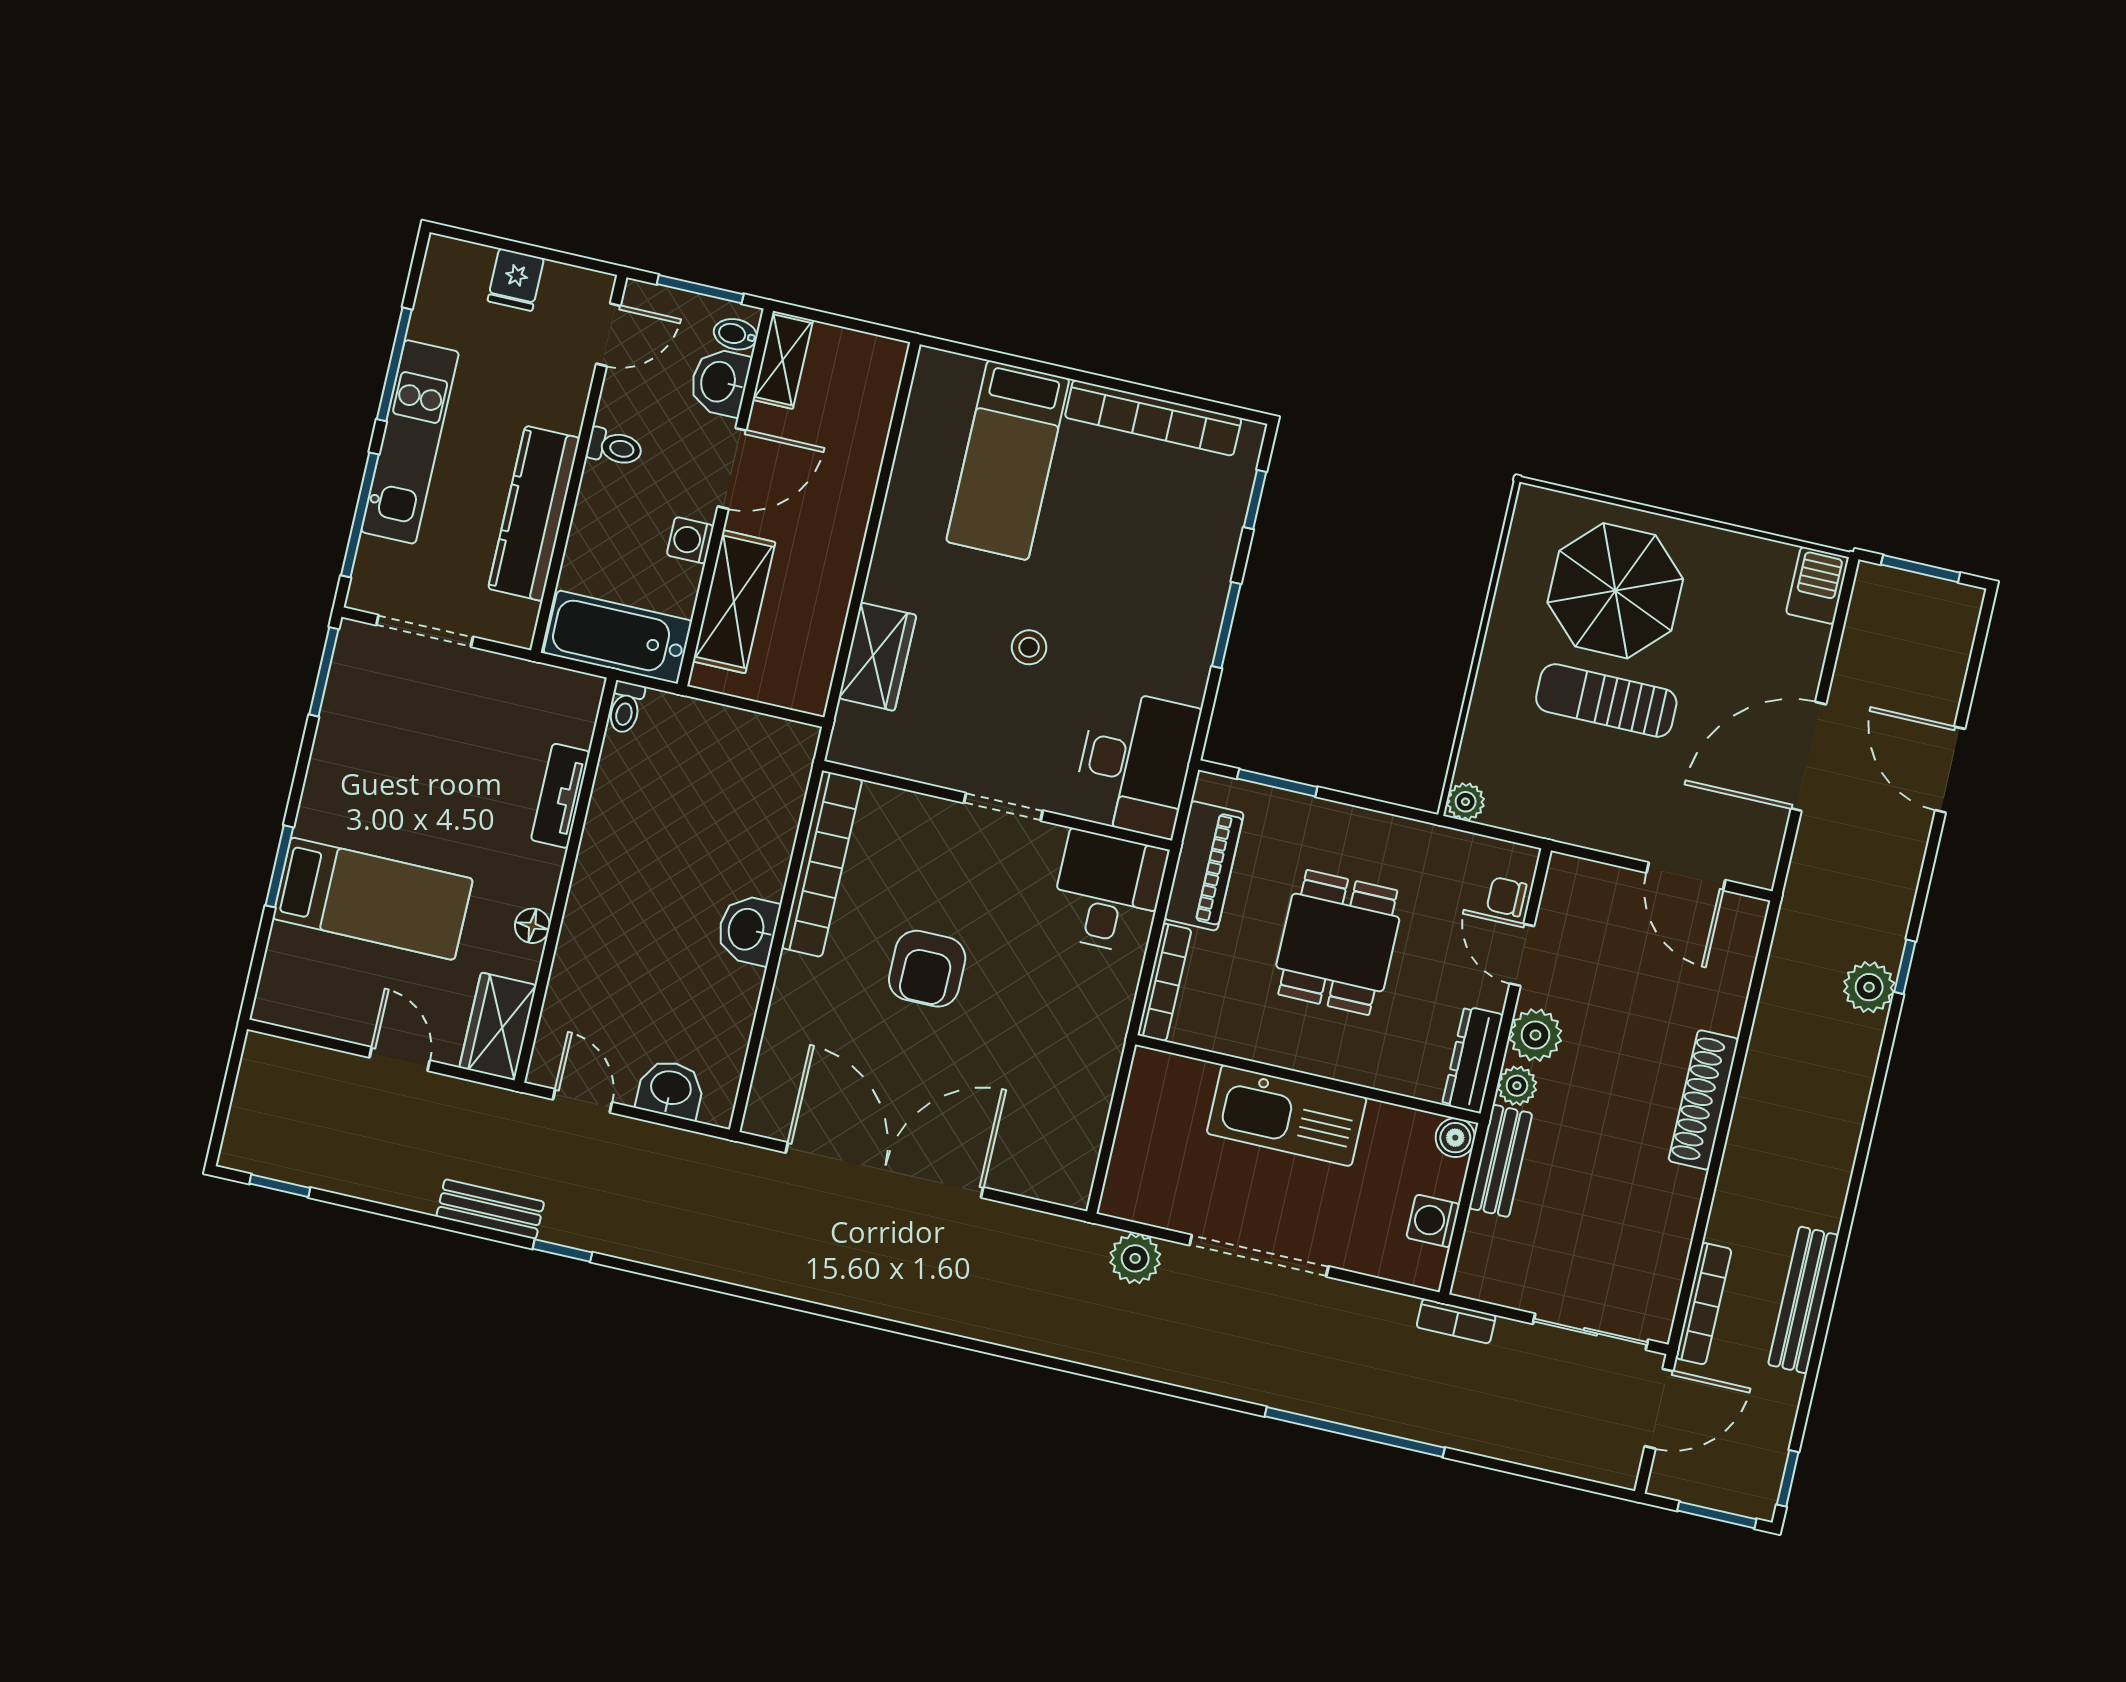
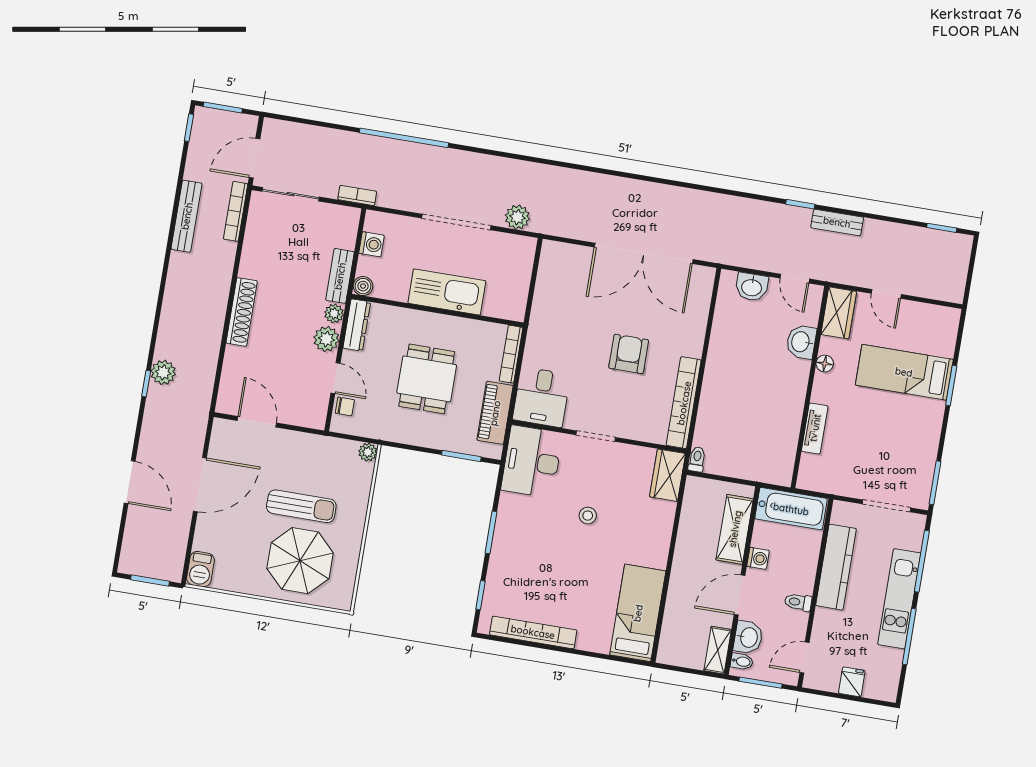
bed: (1008, 460) -> (638, 613), moved
wardrobe: (877, 657) -> (668, 475), moved
toilet: (626, 707) -> (697, 459), moved
washbasin: (748, 930) -> (801, 342), moved, turned 180

